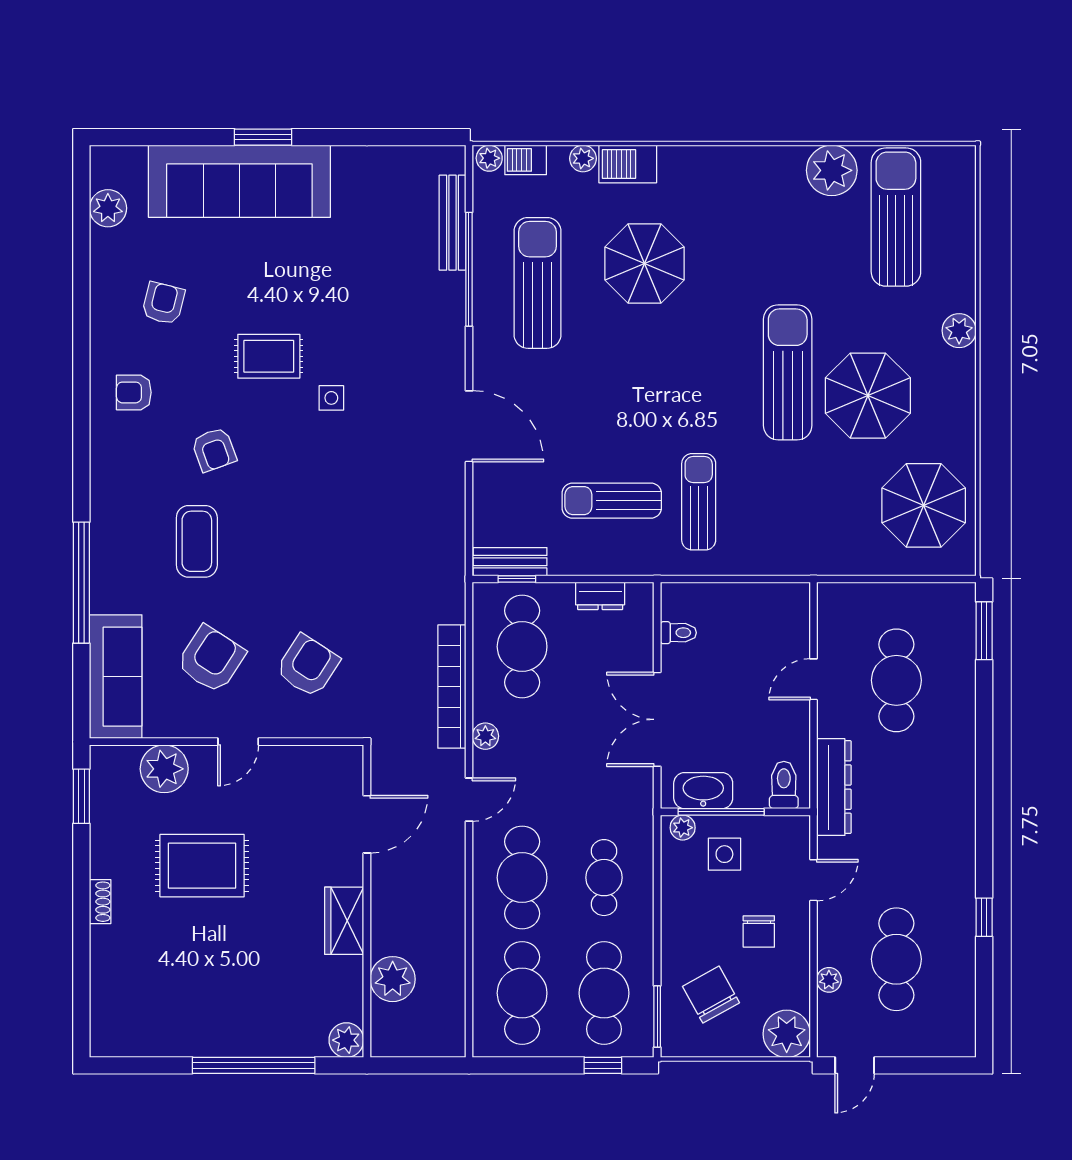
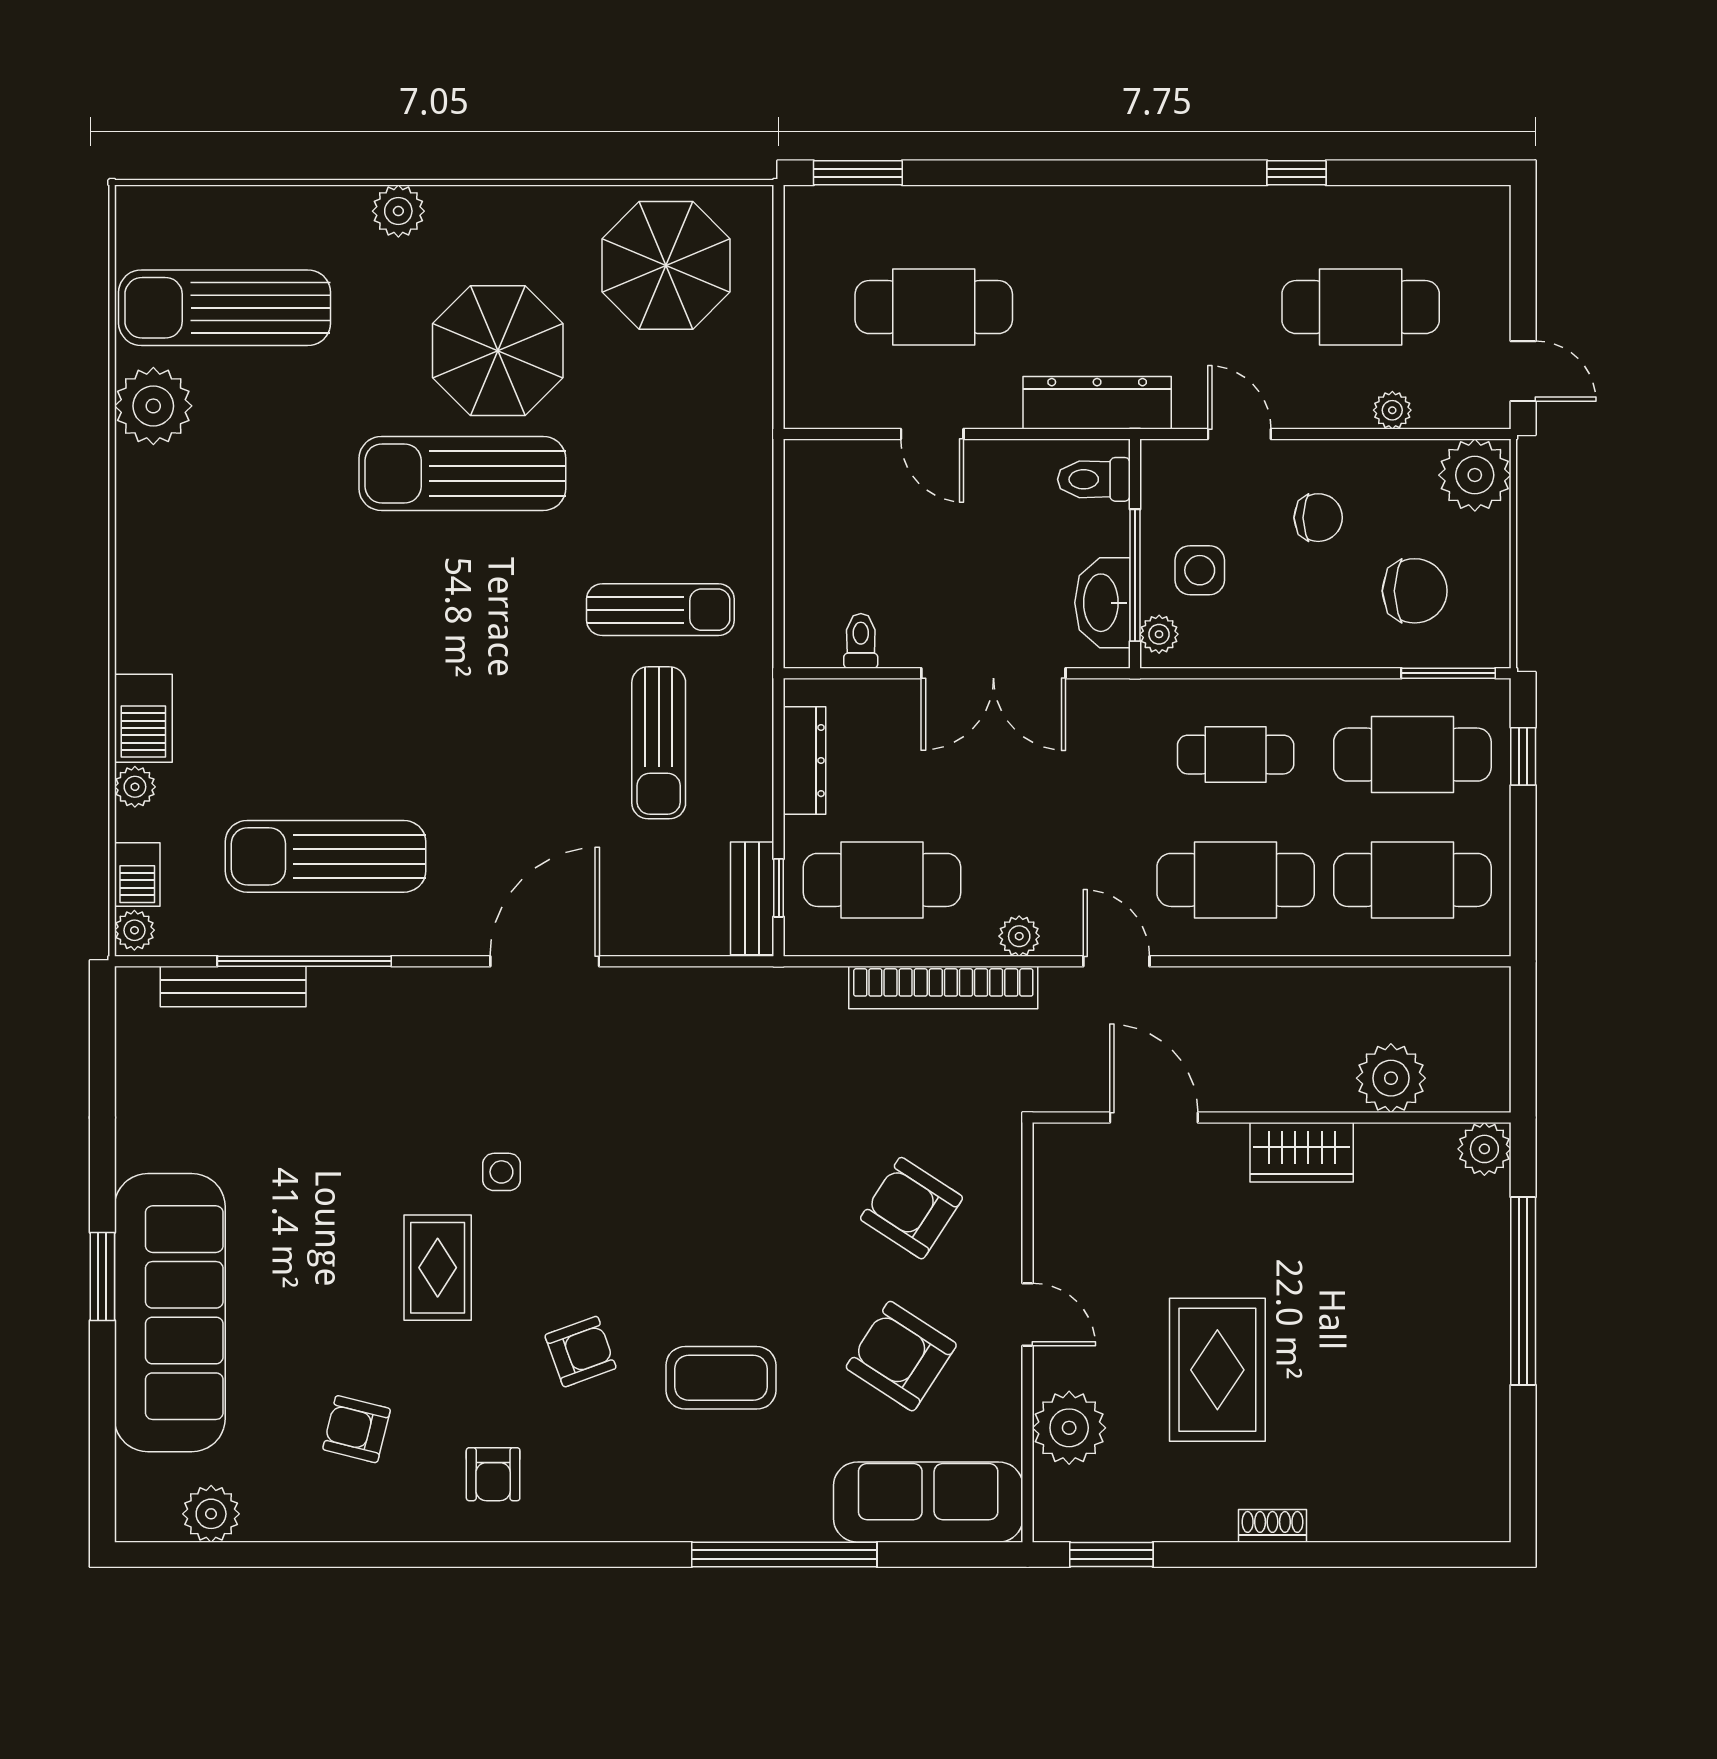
parasol: (645, 263) -> (296, 693), removed
sun lounger: (699, 502) -> (660, 610), turned 180
dresser: (600, 596) -> (805, 761), width x1.44
chair: (711, 995) -> (1415, 591), turned -151

